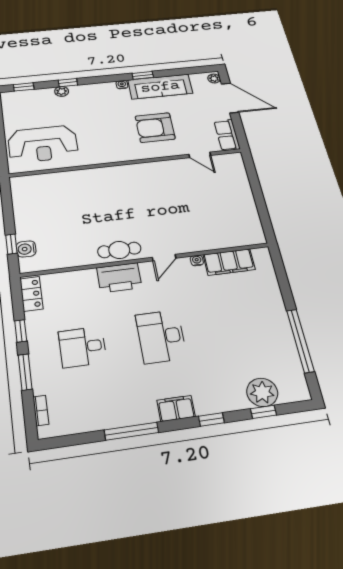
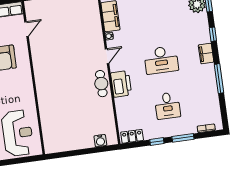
window: (11, 244) -> (97, 150), removed
door: (164, 258) -> (107, 56), hinge flipped

